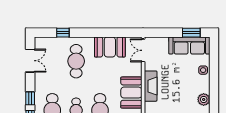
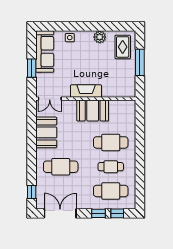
window: (63, 33) -> (32, 192), moved
window: (191, 33) -> (32, 68), moved
double door: (30, 61) -> (60, 213), width x1.37

